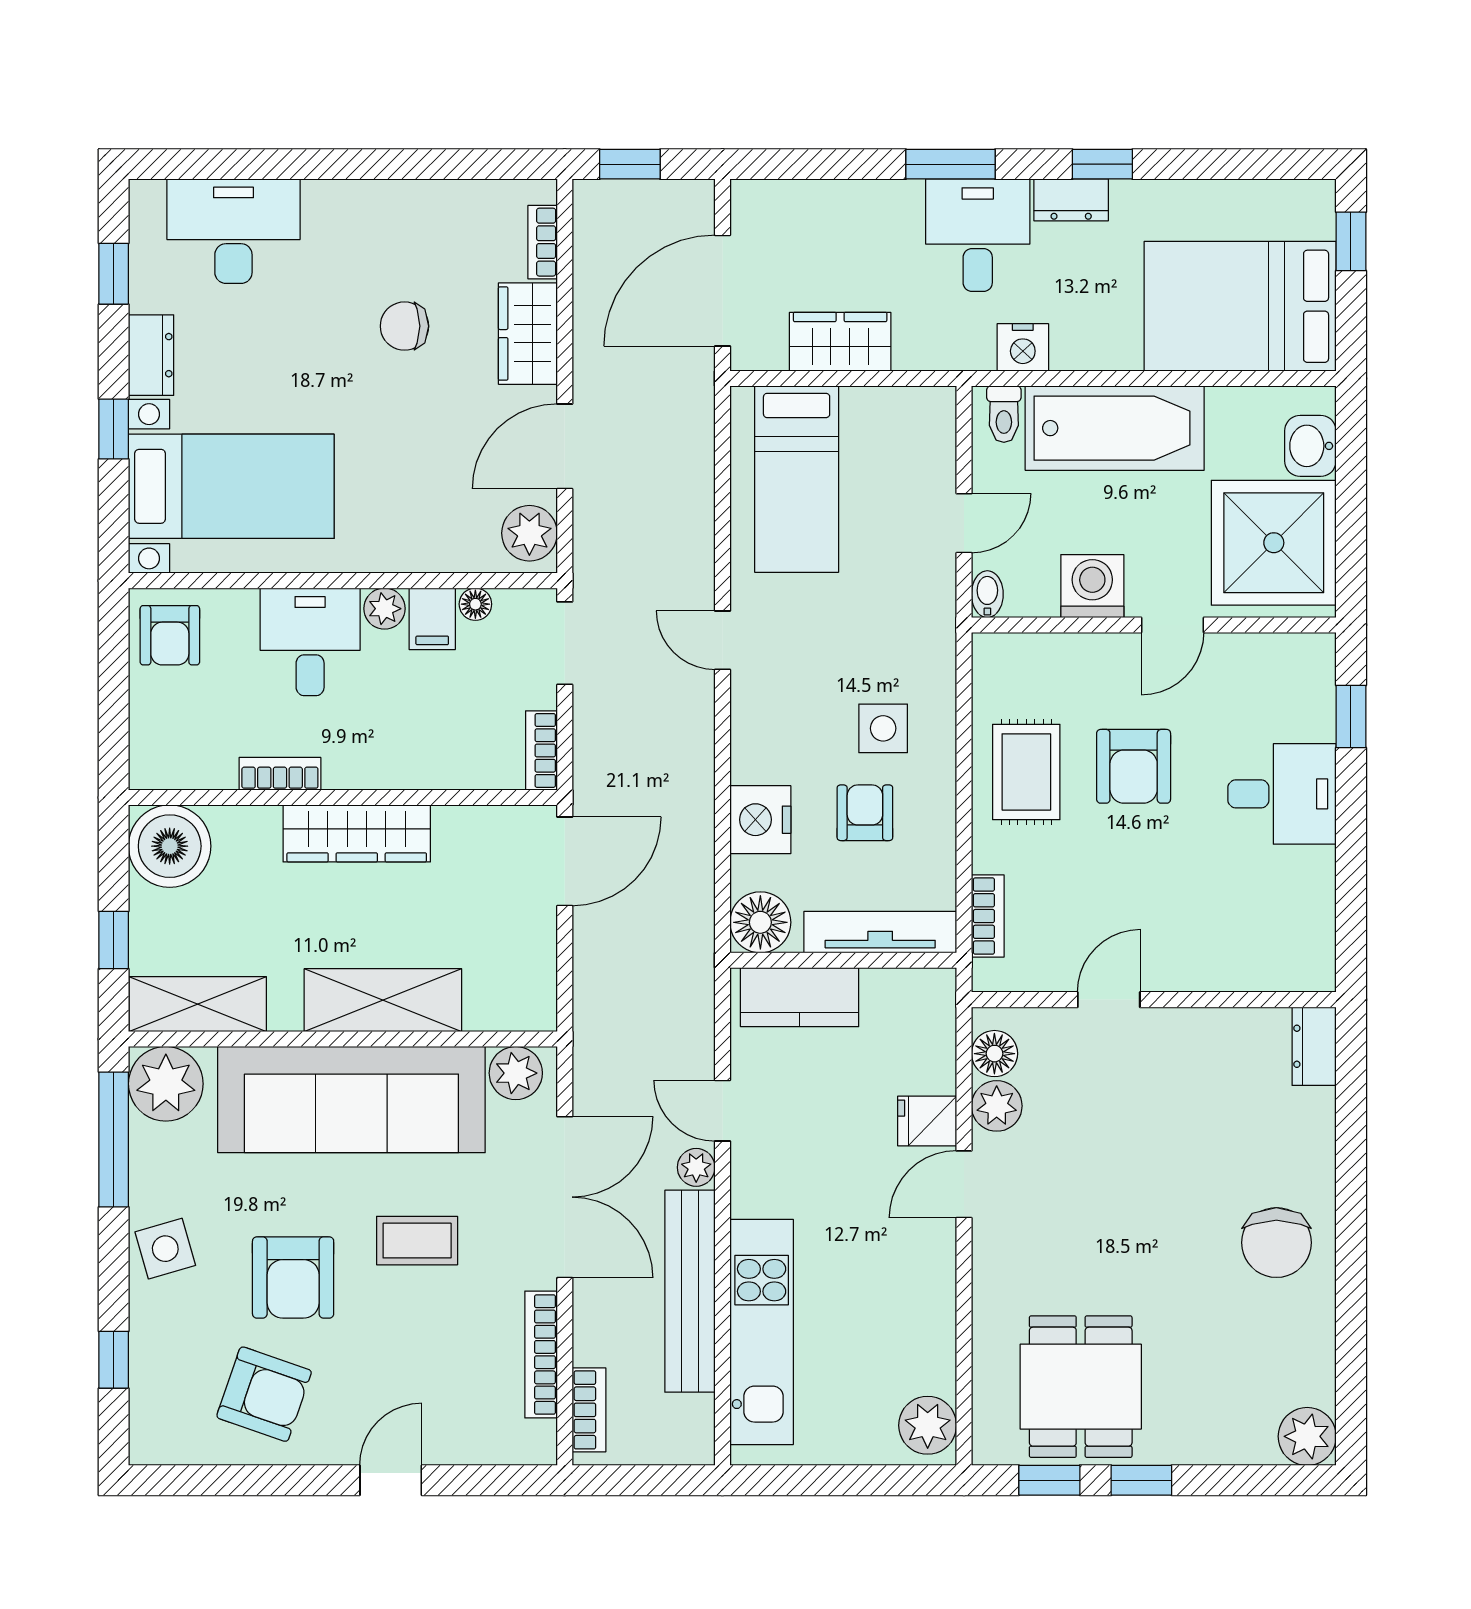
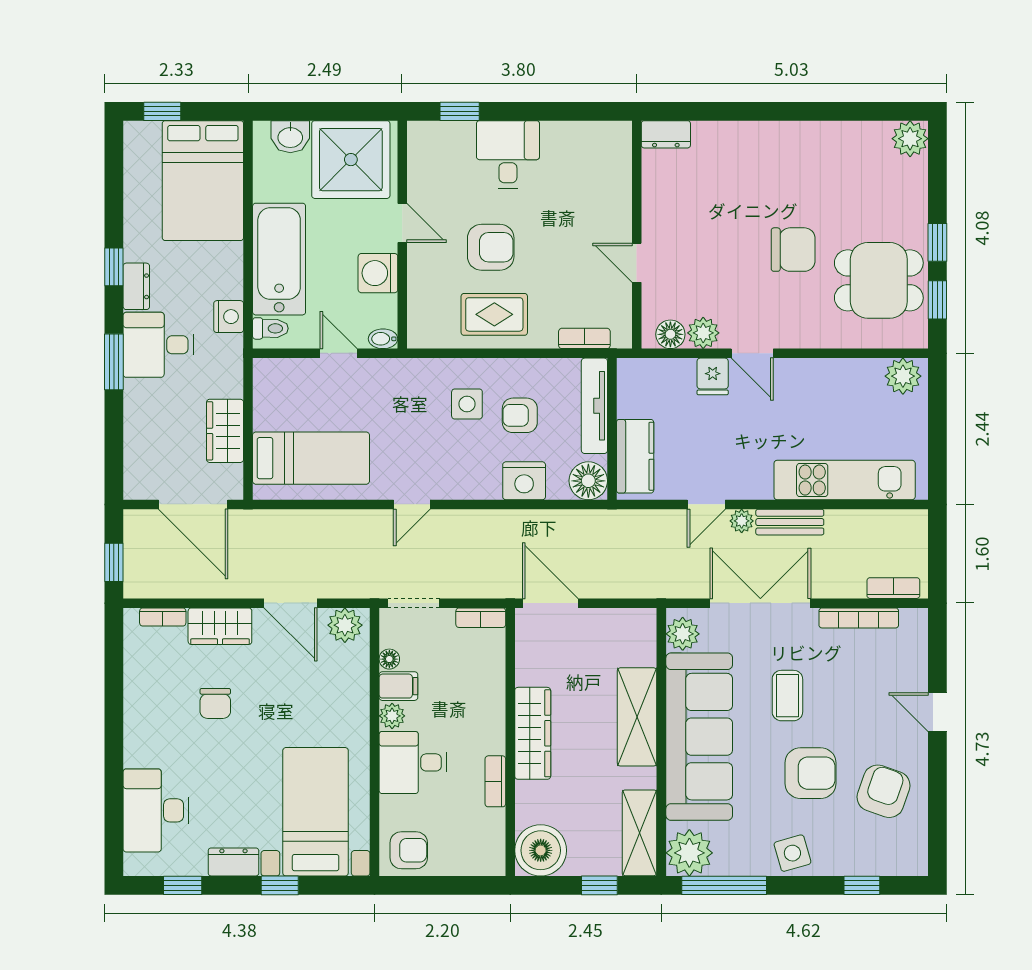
chair: (1276, 1243) -> (793, 250), moved
bench: (690, 1291) -> (790, 522), width x0.54, depth x0.82

